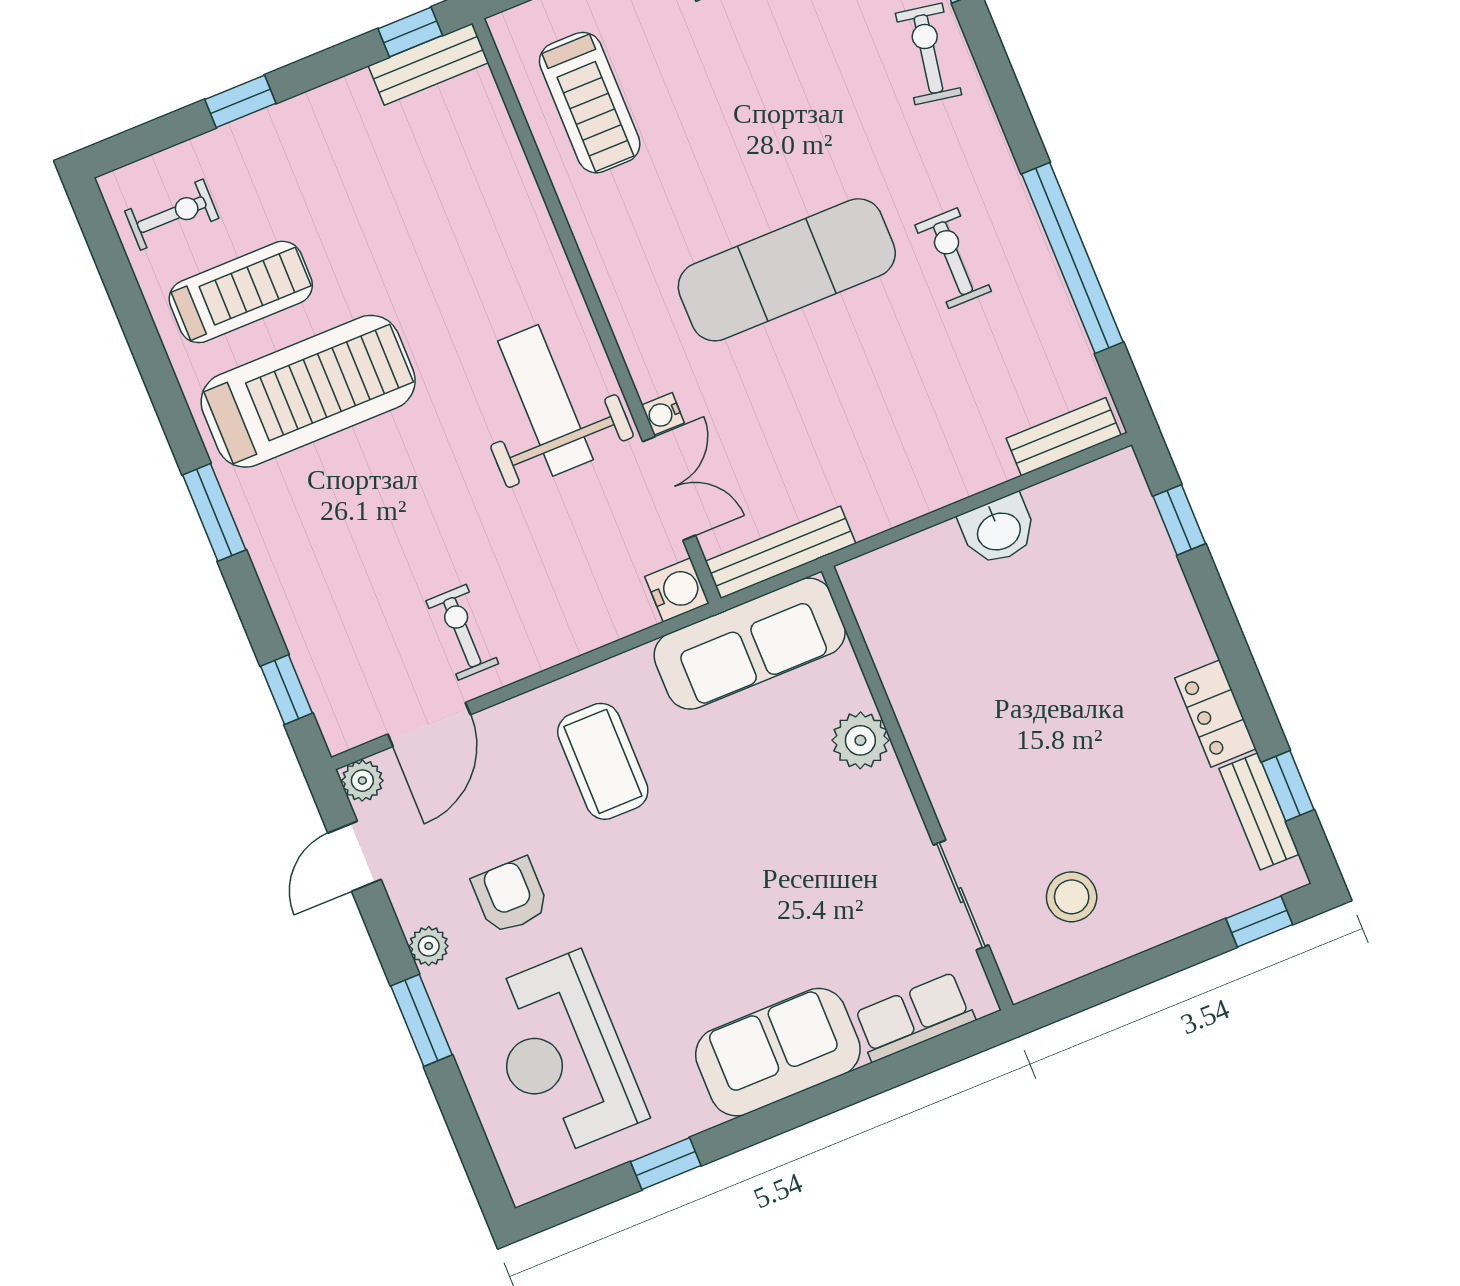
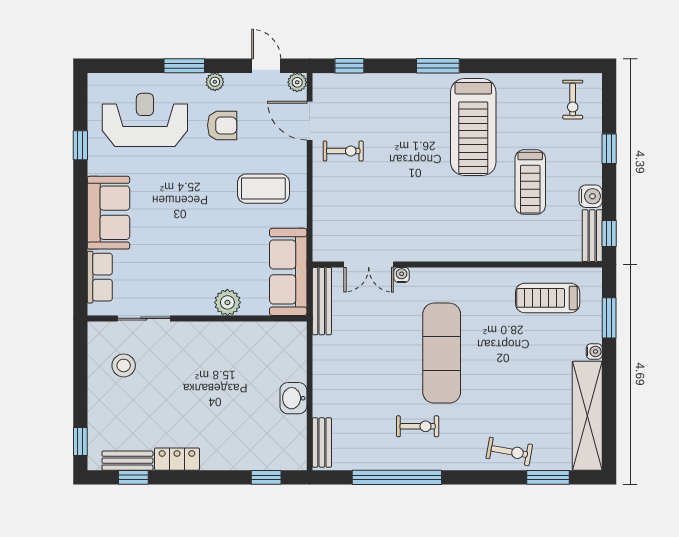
treadmill: (241, 292) -> (530, 182), moved
weight bench: (545, 400) -> (428, 227), removed
water cooler: (677, 590) -> (591, 196), moved, turned -90

